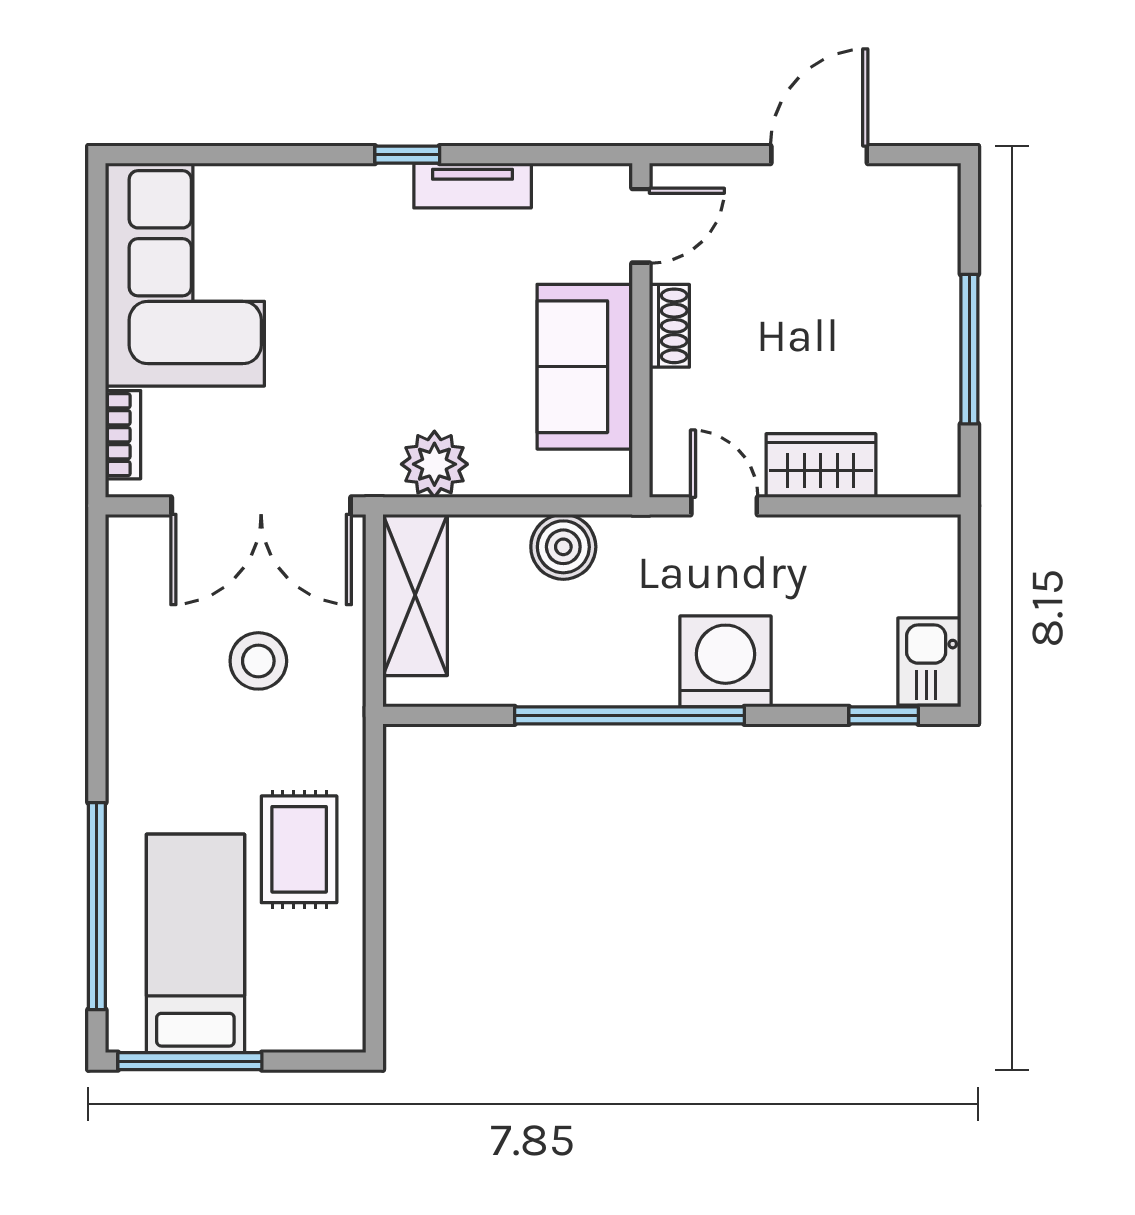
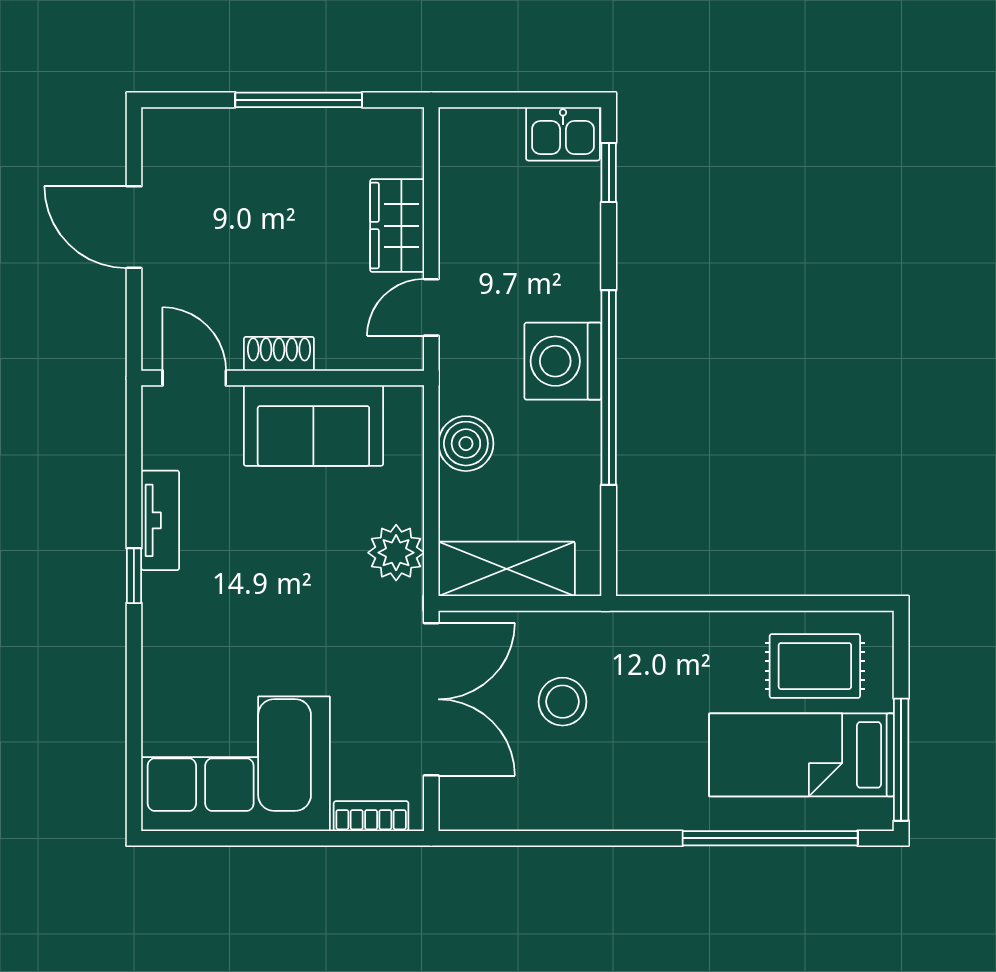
washing machine: (725, 661) -> (563, 361), moved
rug: (299, 849) -> (815, 666), moved

